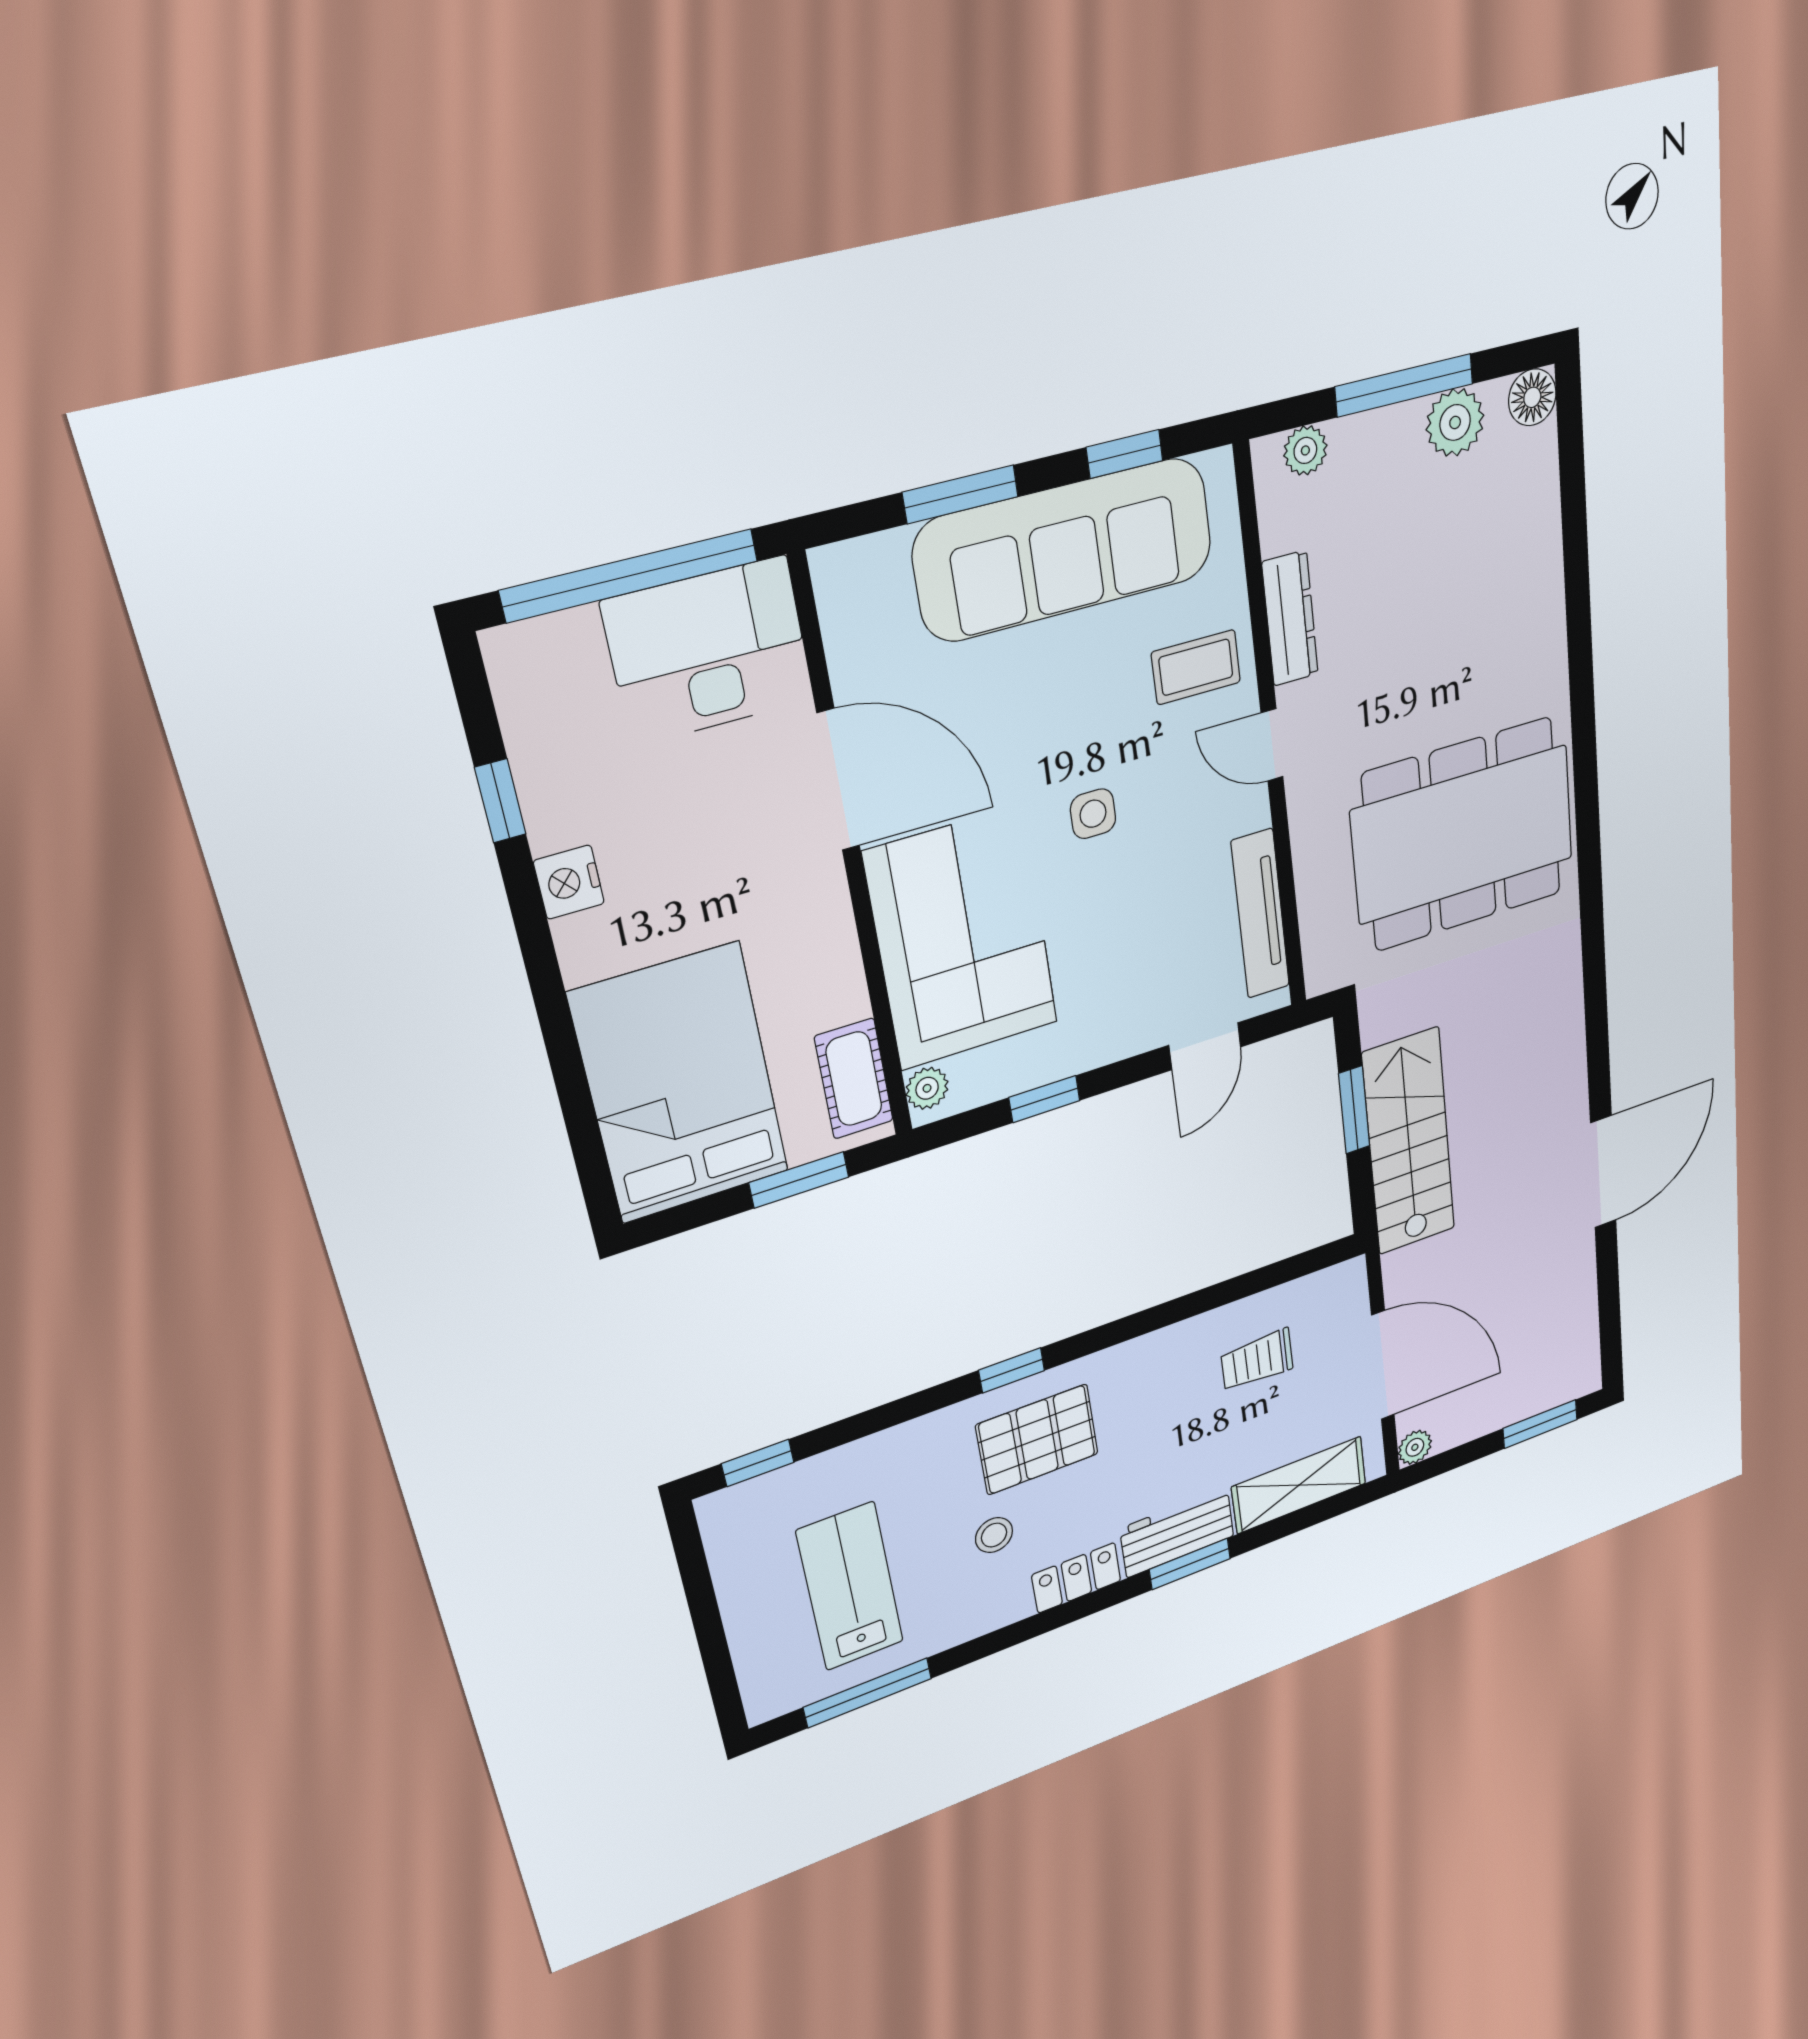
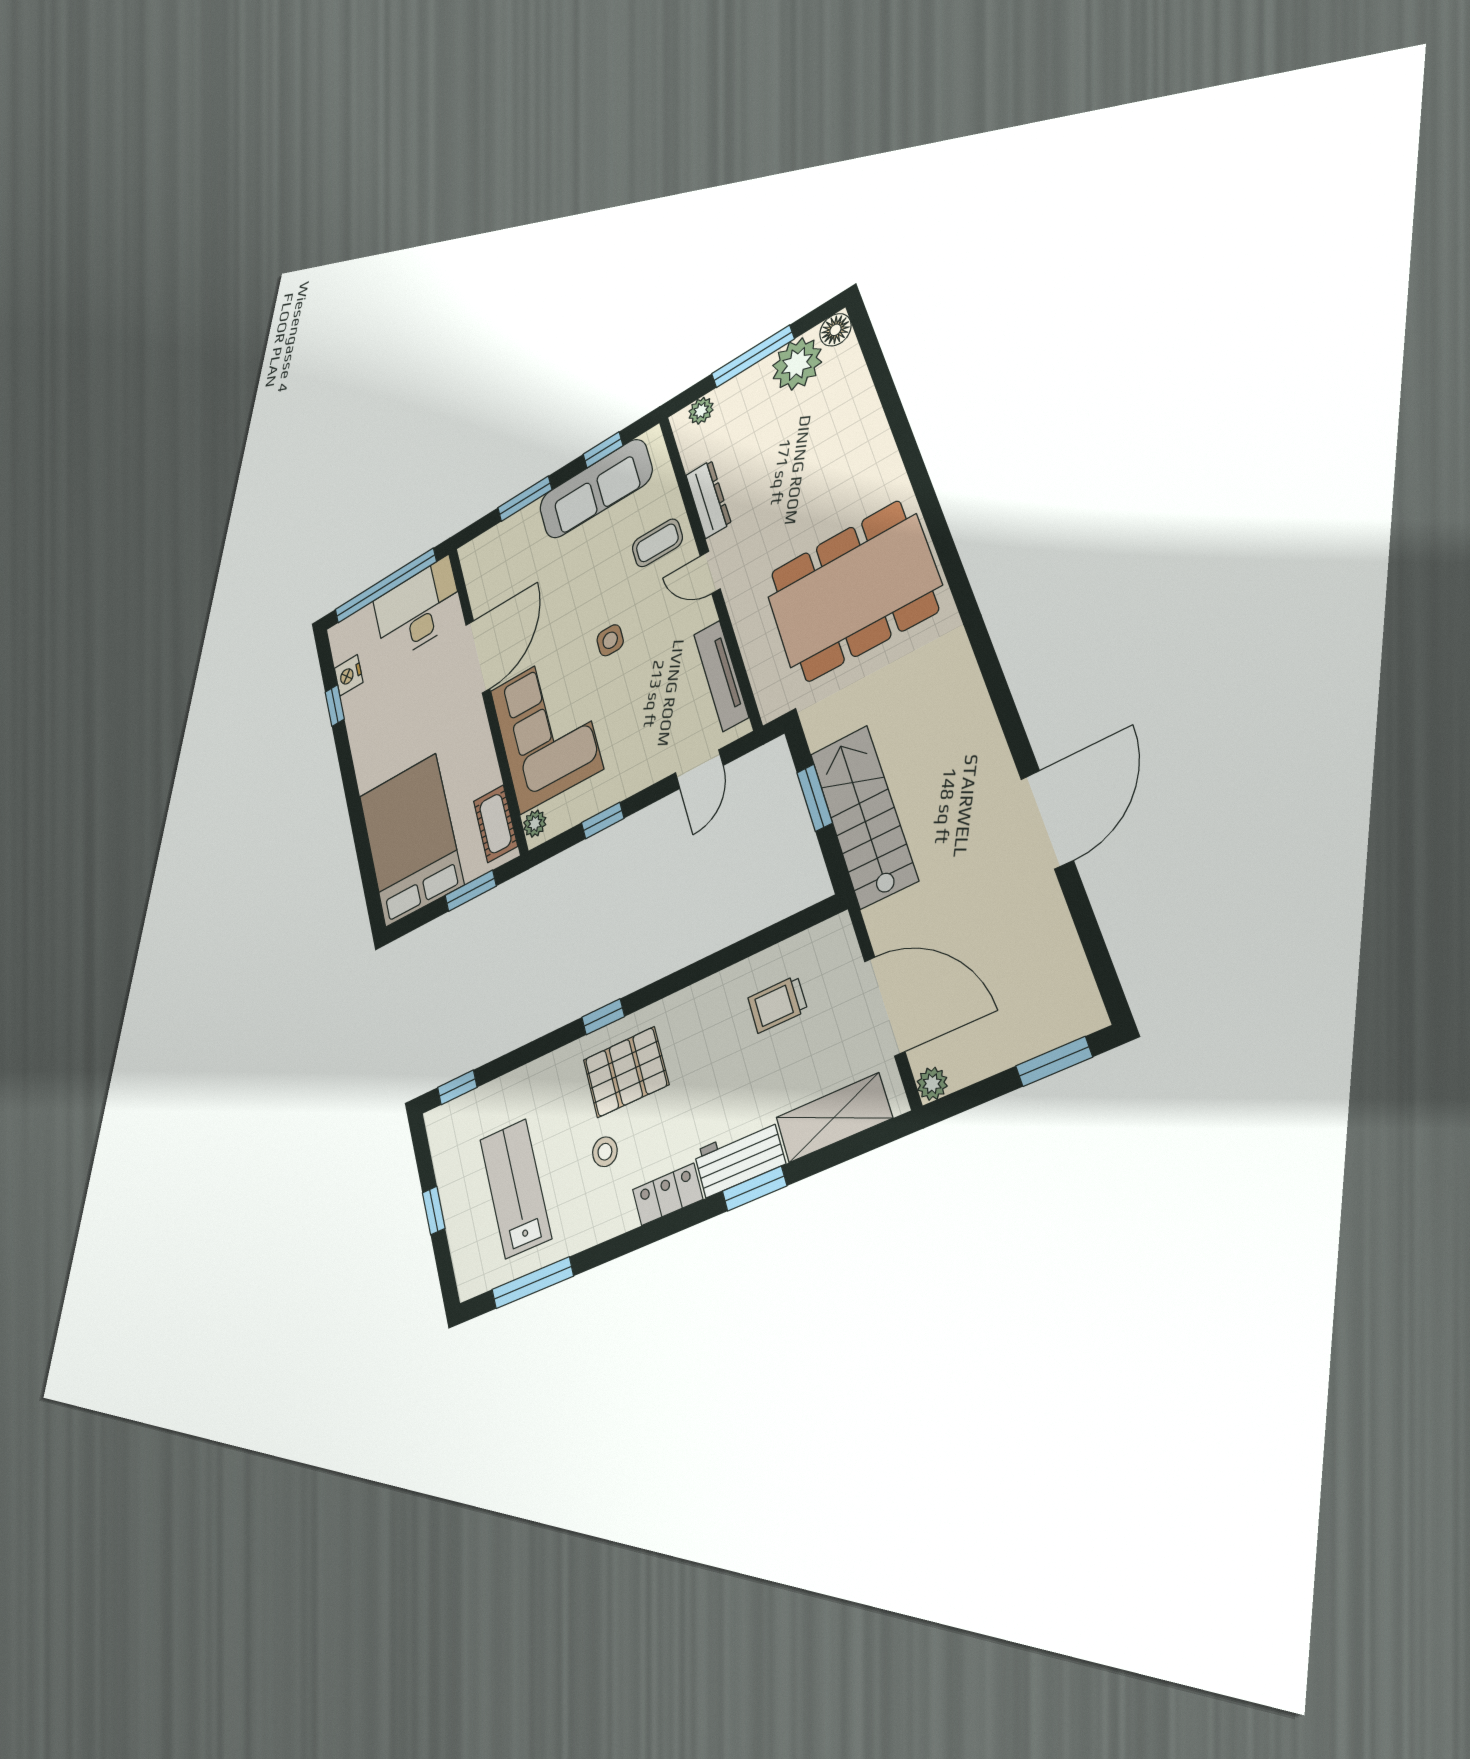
plant: (1455, 422) -> (797, 364), width x1.36, depth x1.36
sofa: (1065, 550) -> (595, 489), width x0.74, depth x0.79
door: (838, 780) -> (478, 657), hinge flipped
nightstand: (569, 882) -> (349, 675), moved
window: (708, 1623) -> (434, 1210), added

